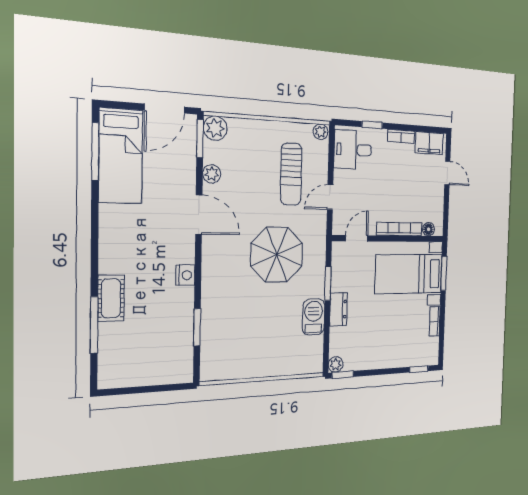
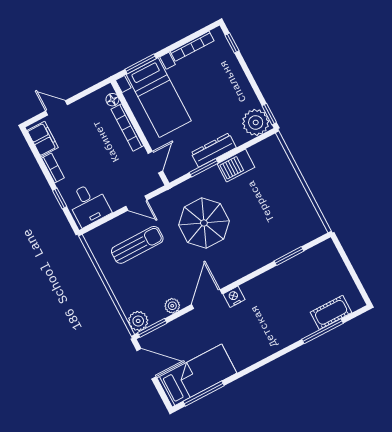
plant: (321, 132) -> (92, 239), removed
door: (447, 173) -> (57, 108), hinge flipped
door: (357, 238) -> (155, 162), swing flipped
nightstand: (185, 275) -> (234, 297), moved
cot: (111, 298) -> (331, 312), moved
dresser: (338, 309) -> (214, 150), width x1.44
bookcase: (435, 321) -> (192, 46), width x1.56
plant: (336, 364) -> (256, 122), width x1.88, depth x1.88

